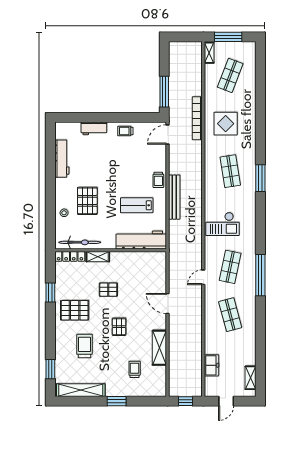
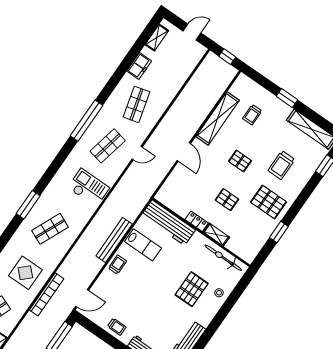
shop shelf: (230, 171) -> (50, 229), turned 33
lab bench: (137, 205) -> (143, 245), moved
locker: (70, 256) -> (197, 221), moved, width x0.66
pallet: (119, 327) -> (240, 161), turned 90
shelving: (159, 348) -> (218, 118), width x1.47
freezer: (212, 365) -> (139, 66), moved, turned 180

